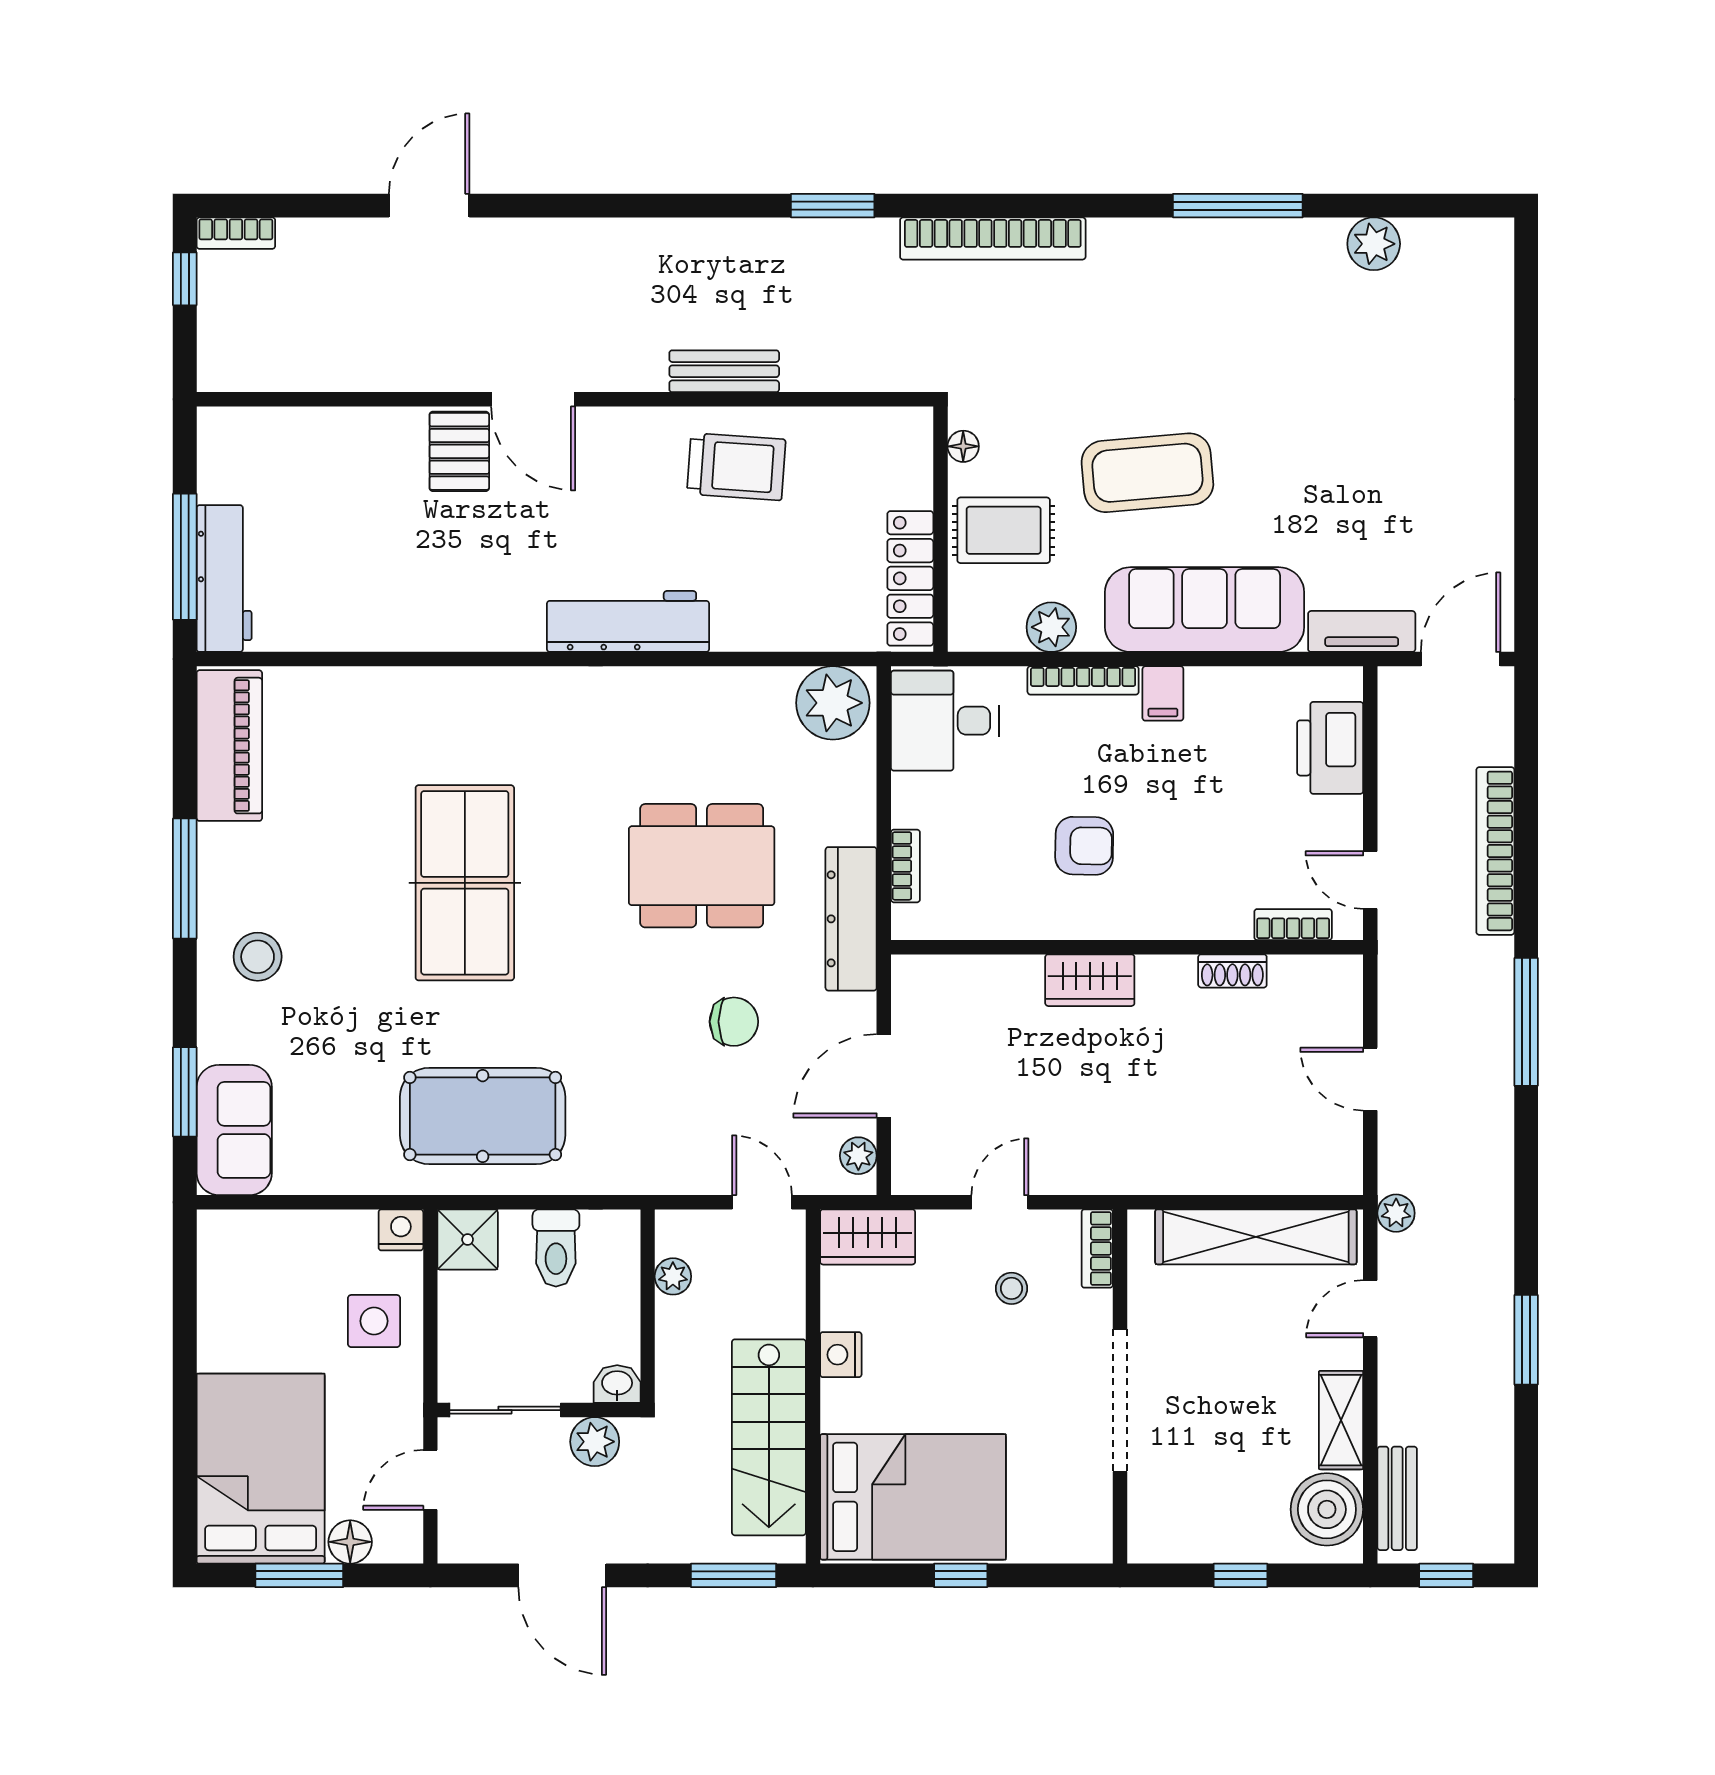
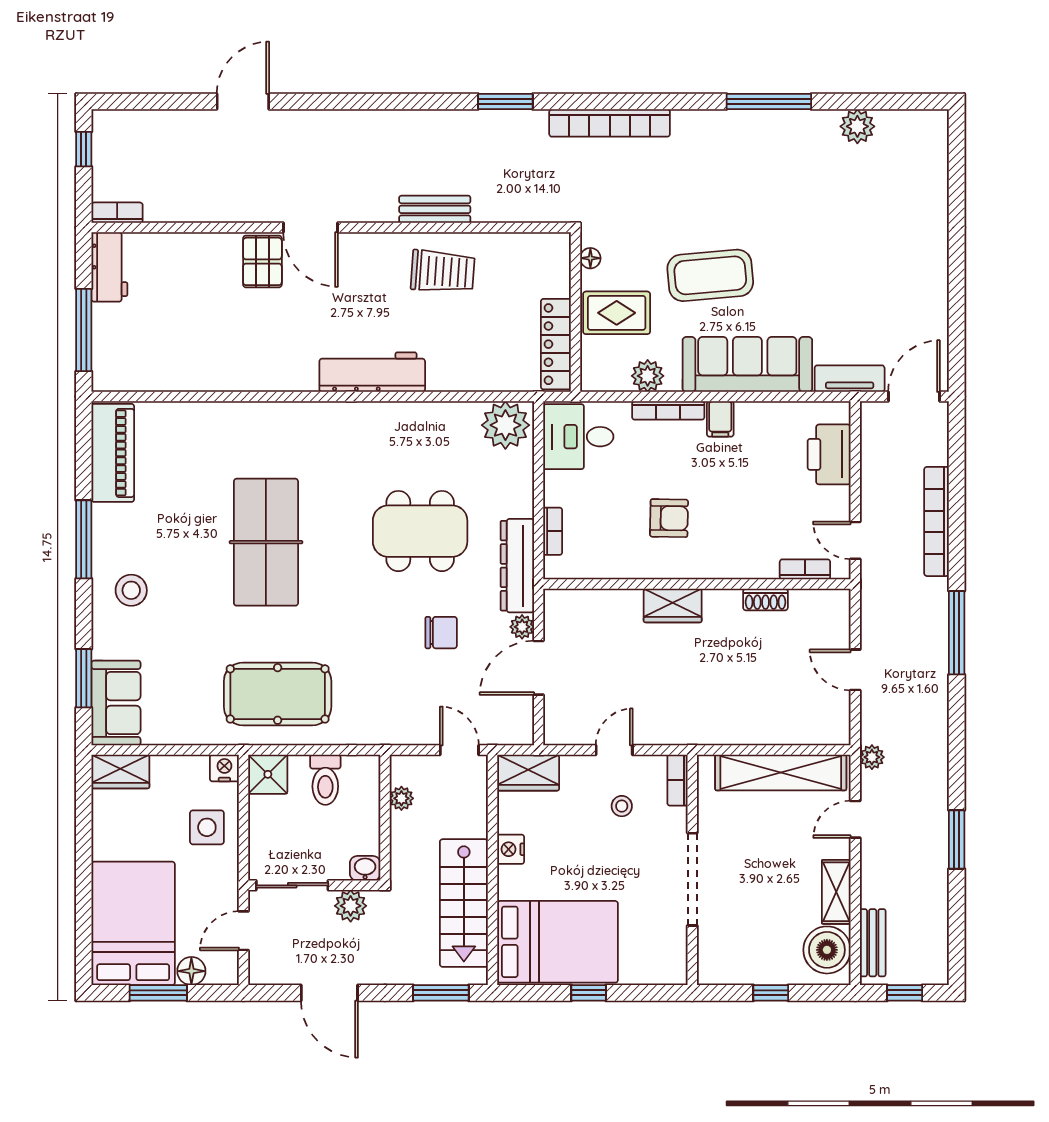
bookcase: (236, 233) -> (117, 213), moved, turned 180
workbench: (224, 579) -> (109, 267), moved, width x0.73
plant: (858, 1156) -> (522, 627), moved
wardrobe: (241, 1235) -> (120, 771), added

